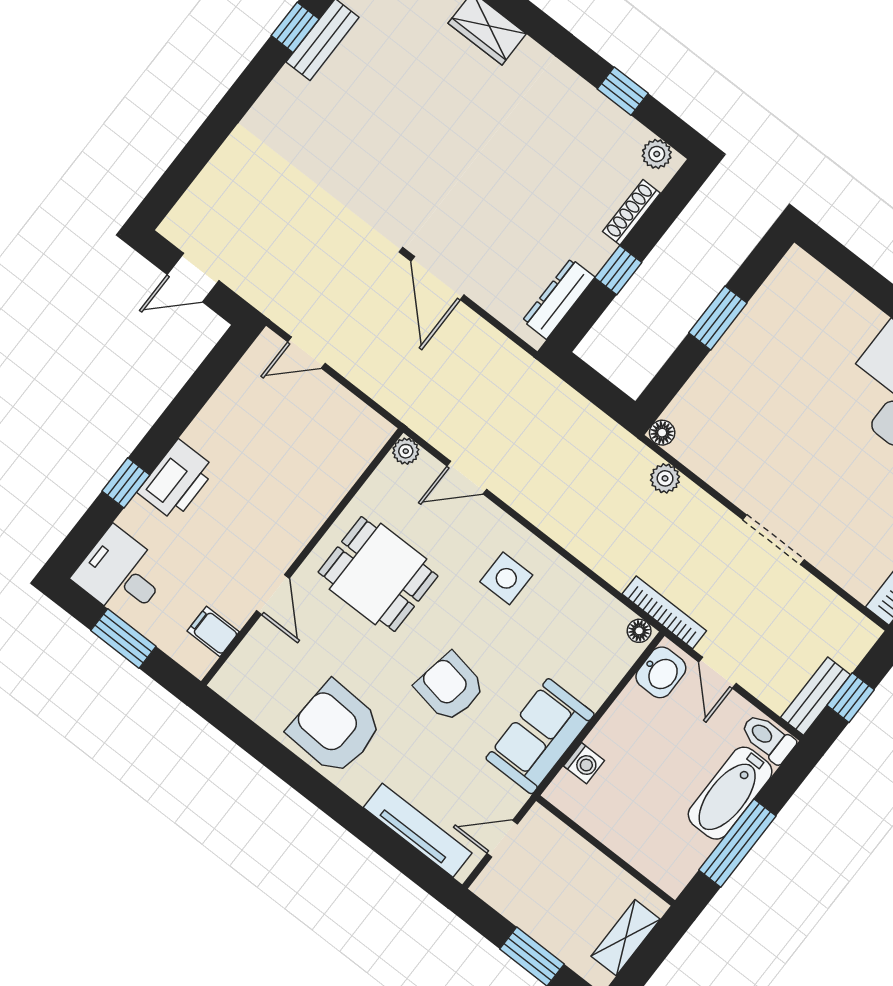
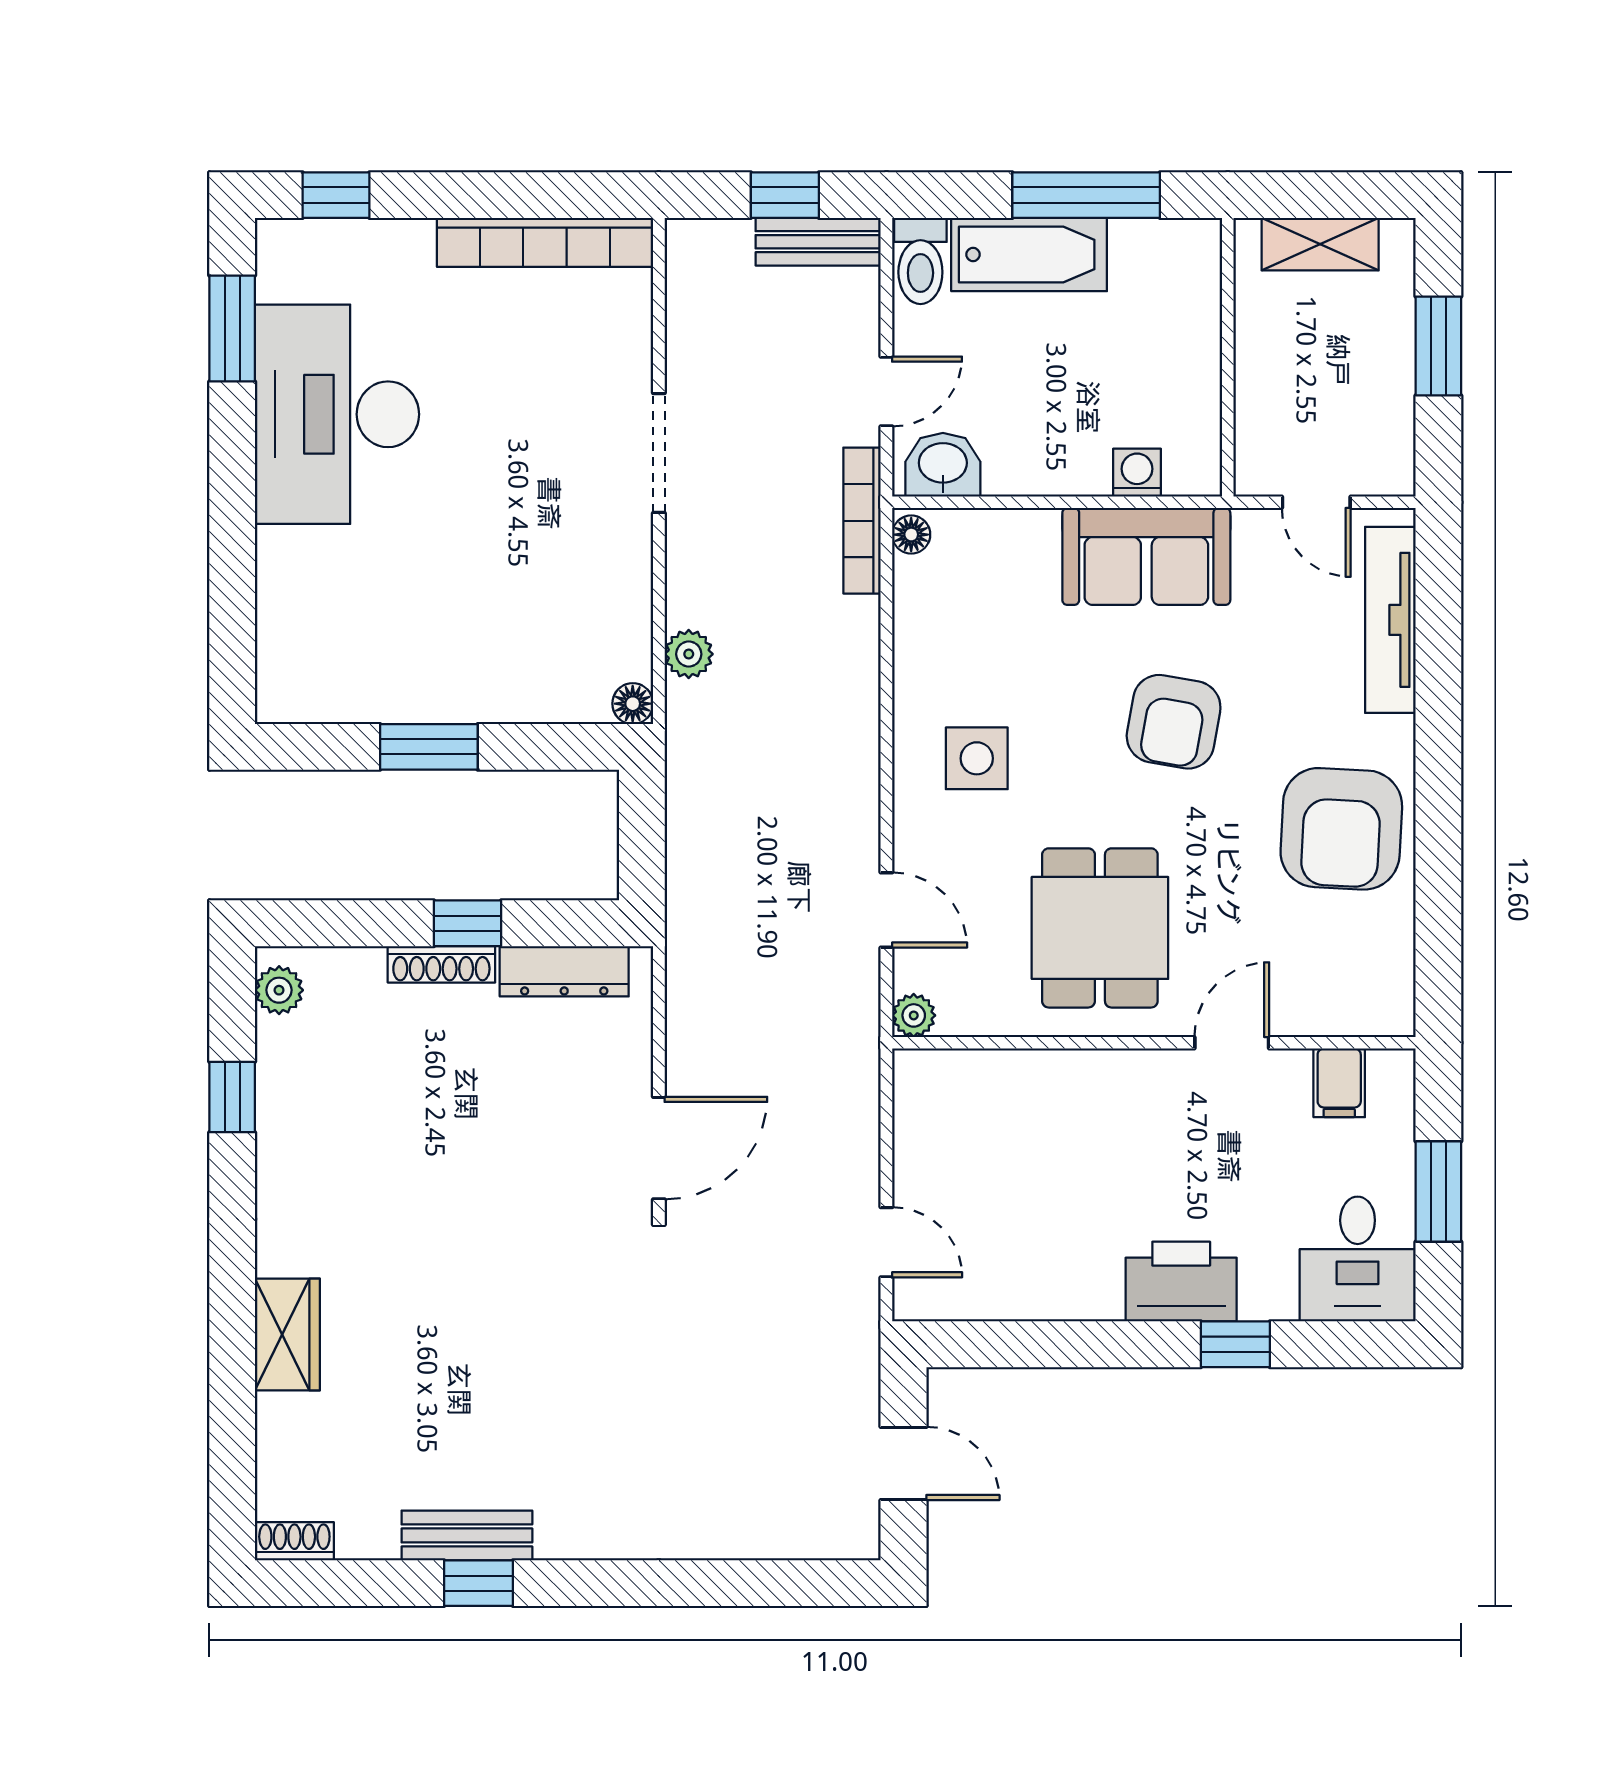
shoe rack: (631, 212) -> (441, 964), moved

